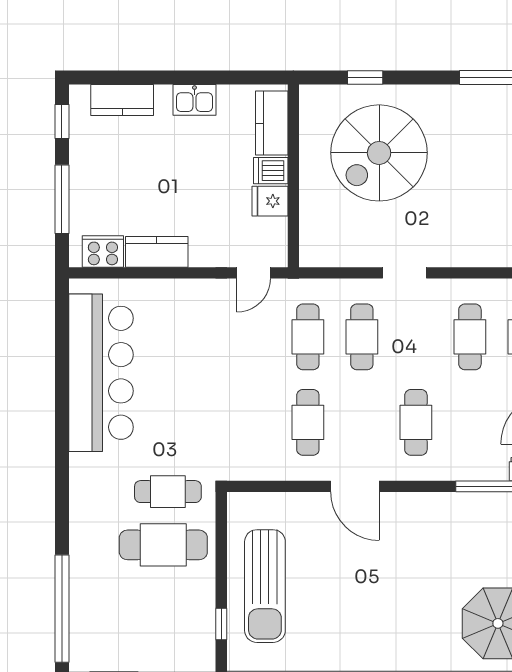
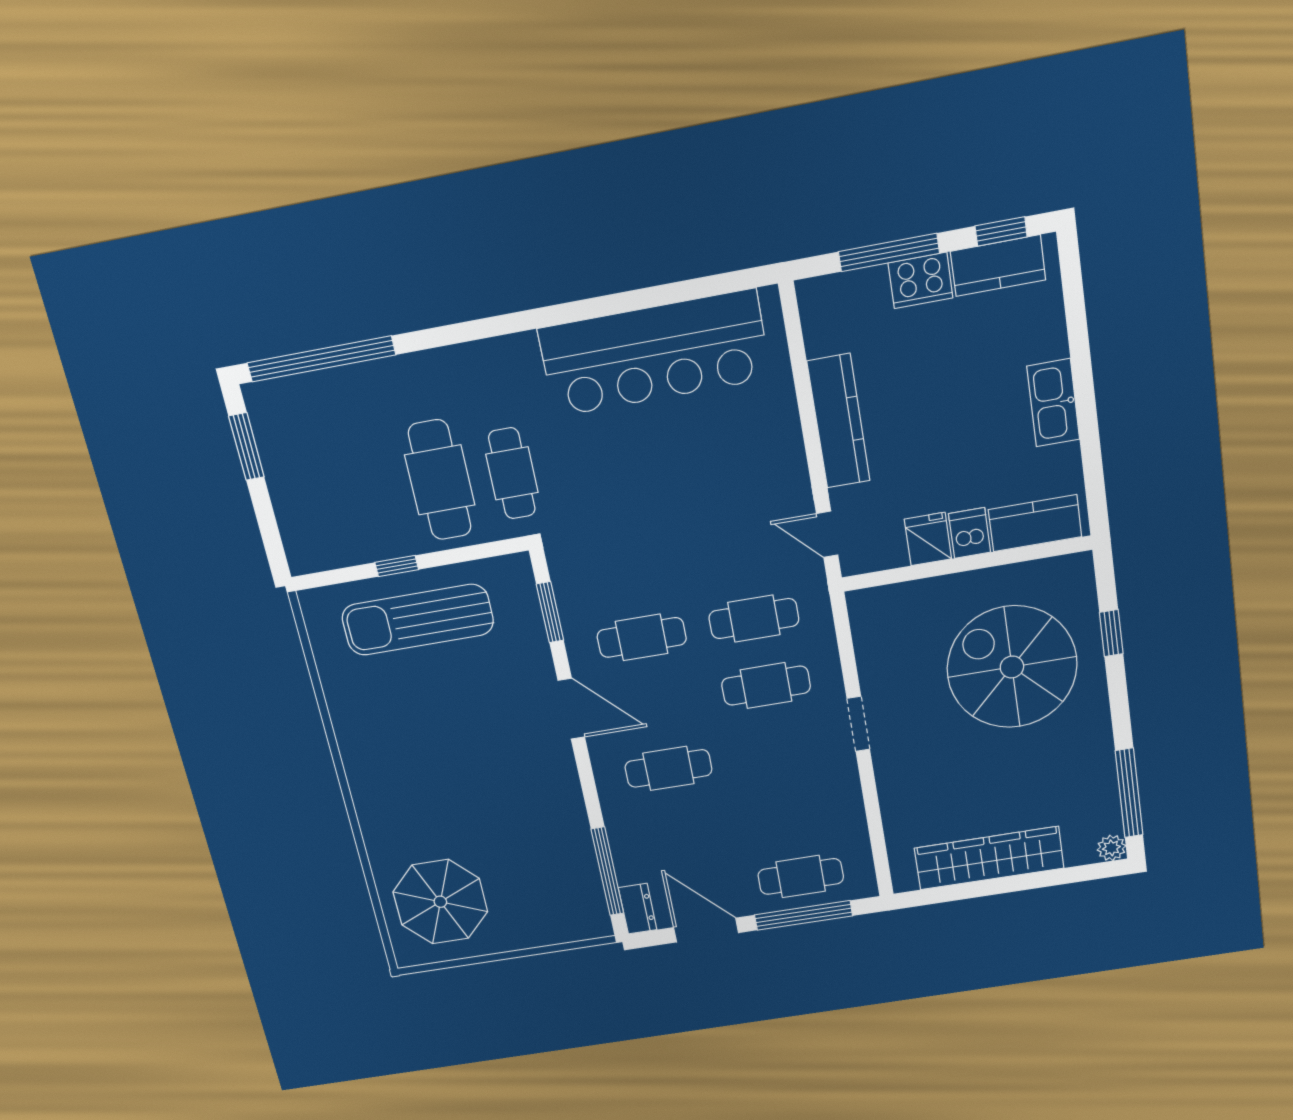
kitchen counter: (122, 100) -> (998, 266), moved, turned -90
kitchen sink: (194, 100) -> (1053, 403), width x1.38
cooker: (103, 251) -> (921, 280), moved, turned 90
kitchen counter: (157, 252) -> (839, 421), width x1.50
cafe table: (470, 337) -> (789, 814), removed
window: (277, 486) -> (550, 612), added
door: (355, 486) -> (571, 709), swing flipped
window: (221, 624) -> (397, 566), moved

